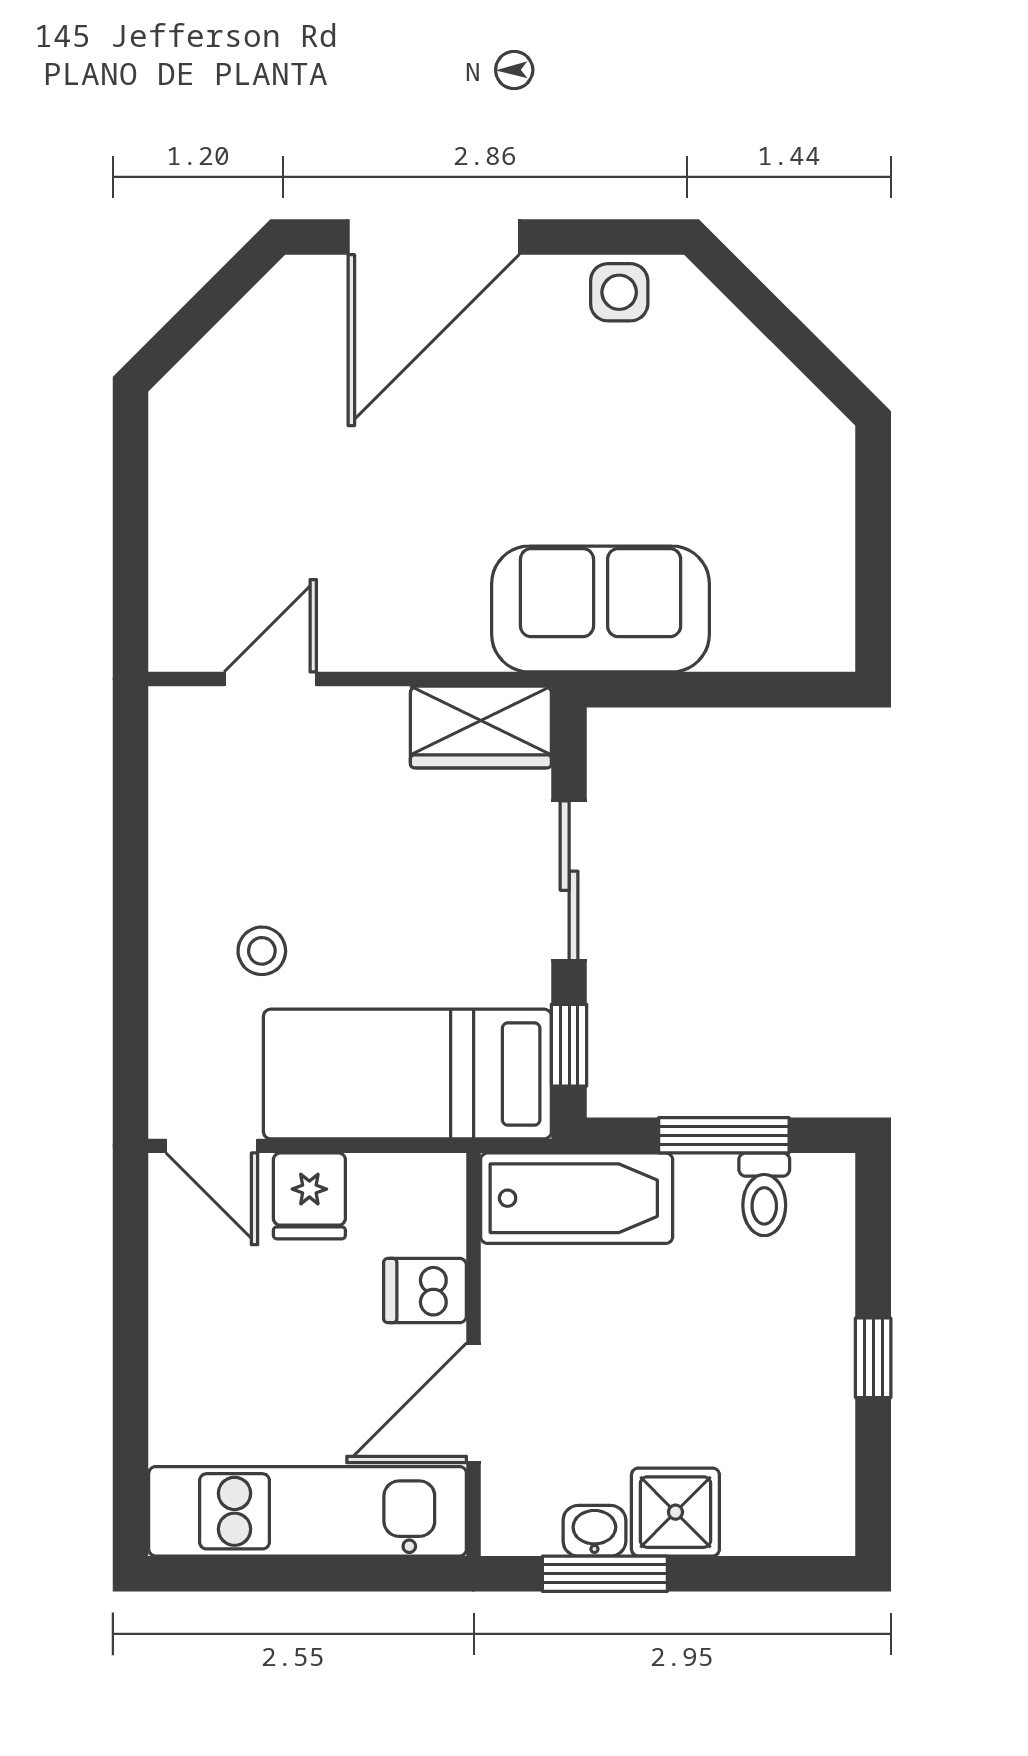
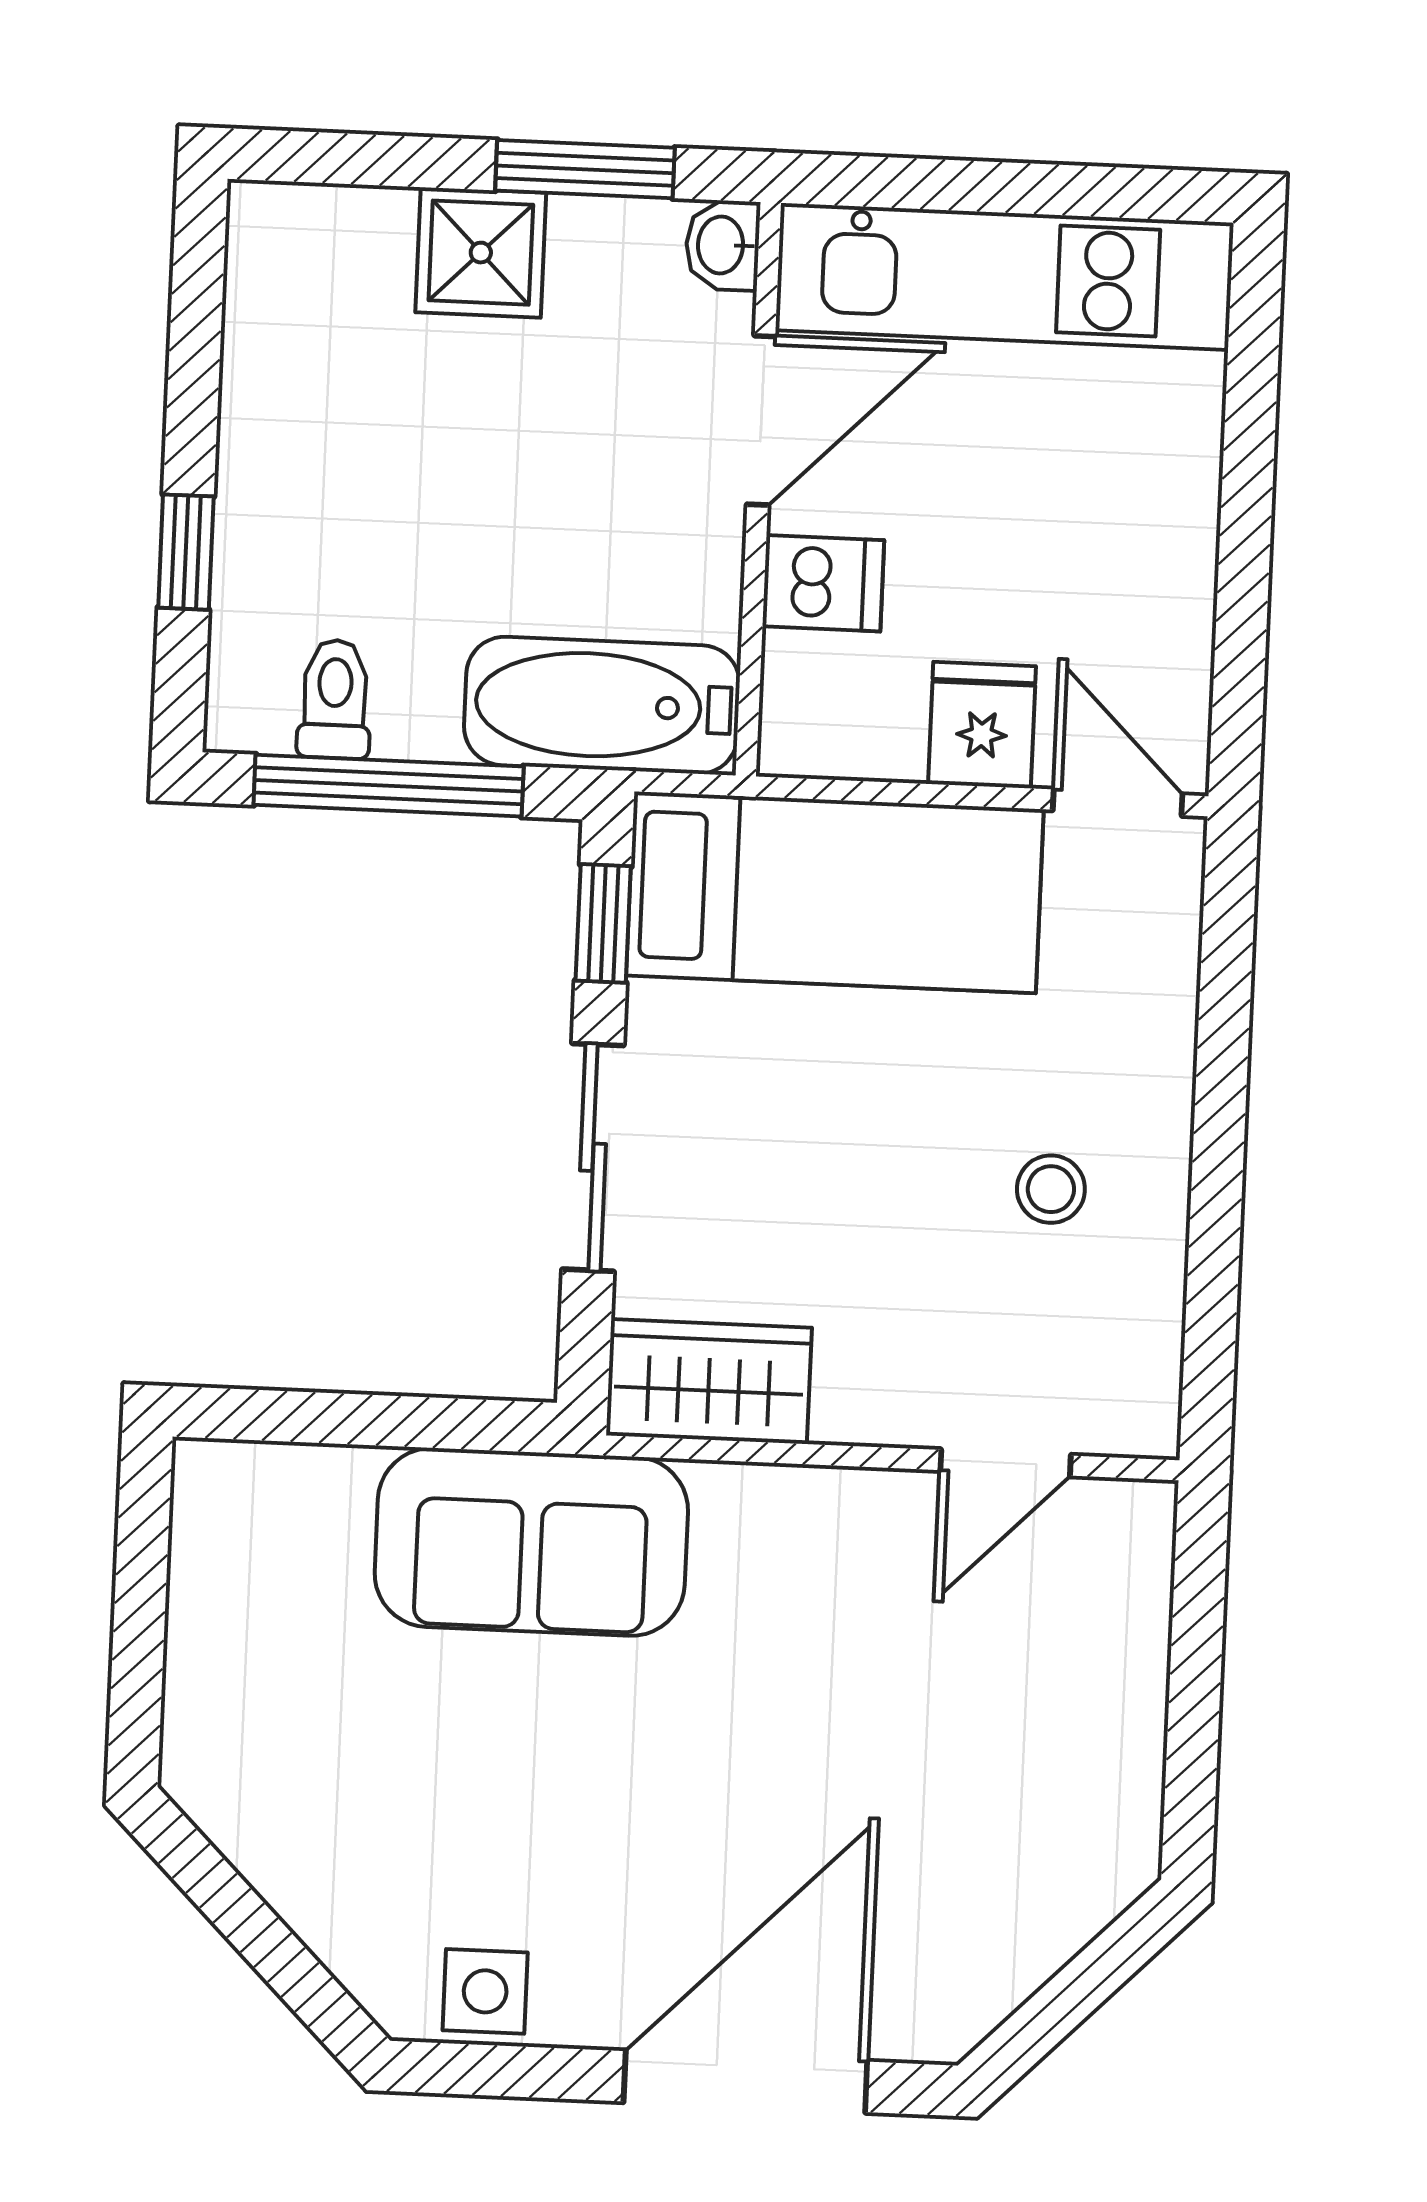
stool: (262, 951) -> (1051, 1189), moved
window: (724, 1135) -> (389, 786), width x1.44
window: (873, 1358) -> (186, 552), moved
washbasin: (594, 1531) -> (723, 245), moved, turned 90

